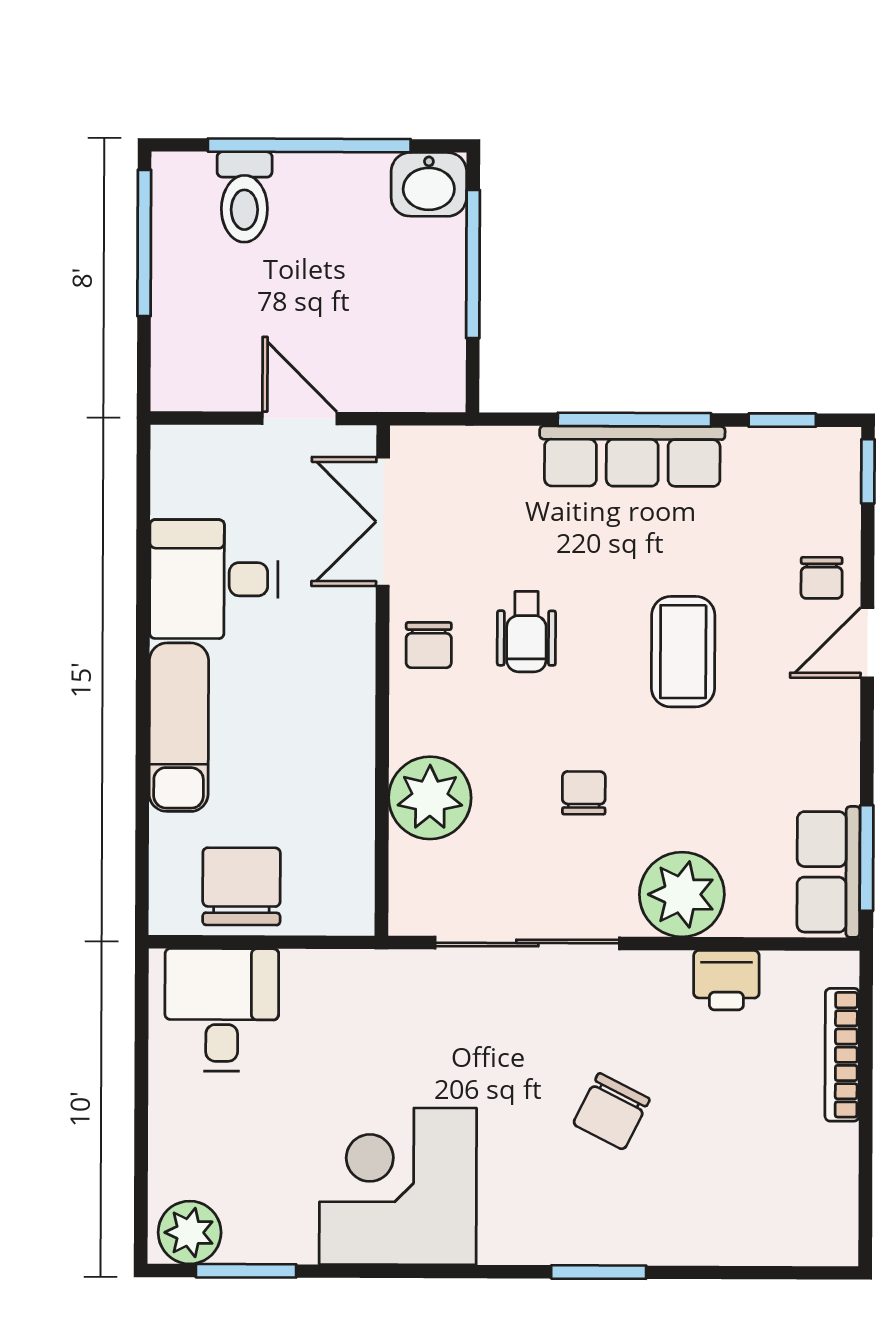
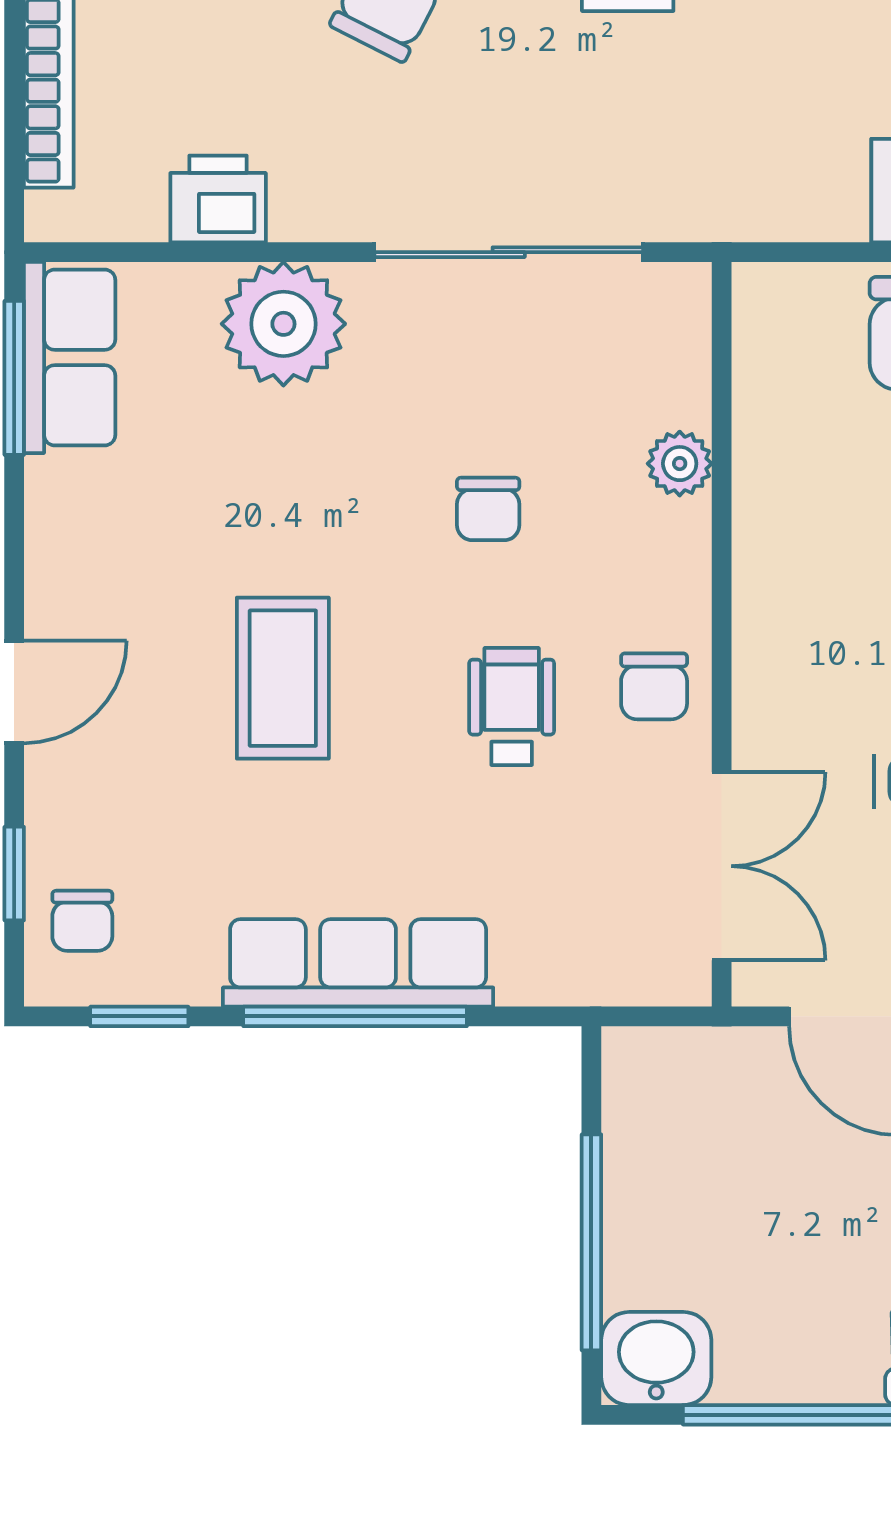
window: (868, 471) -> (14, 874), moved
chair: (822, 578) -> (82, 921), moved, turned 180
chair: (429, 645) -> (654, 686), turned 180
chair: (584, 793) -> (488, 509), moved
plant: (430, 798) -> (680, 464), width x0.53, depth x0.53

